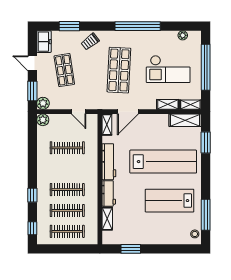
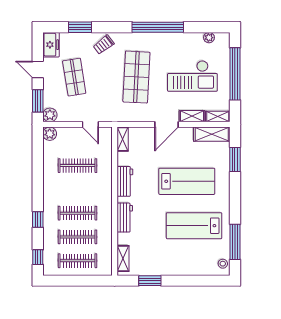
door: (128, 112) -> (167, 124), moved
workbench: (109, 162) -> (125, 181), width x0.73
lab bench: (163, 162) -> (187, 181), width x0.73
shelving: (107, 219) -> (123, 259), moved

